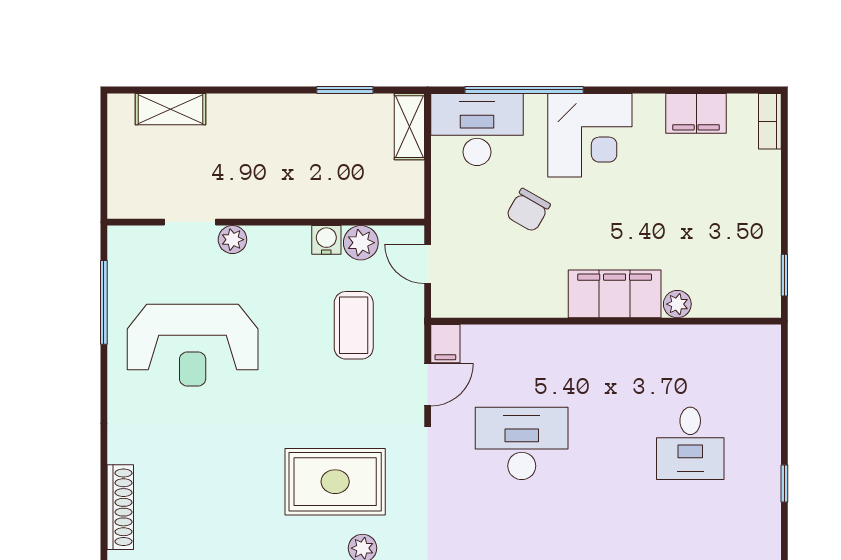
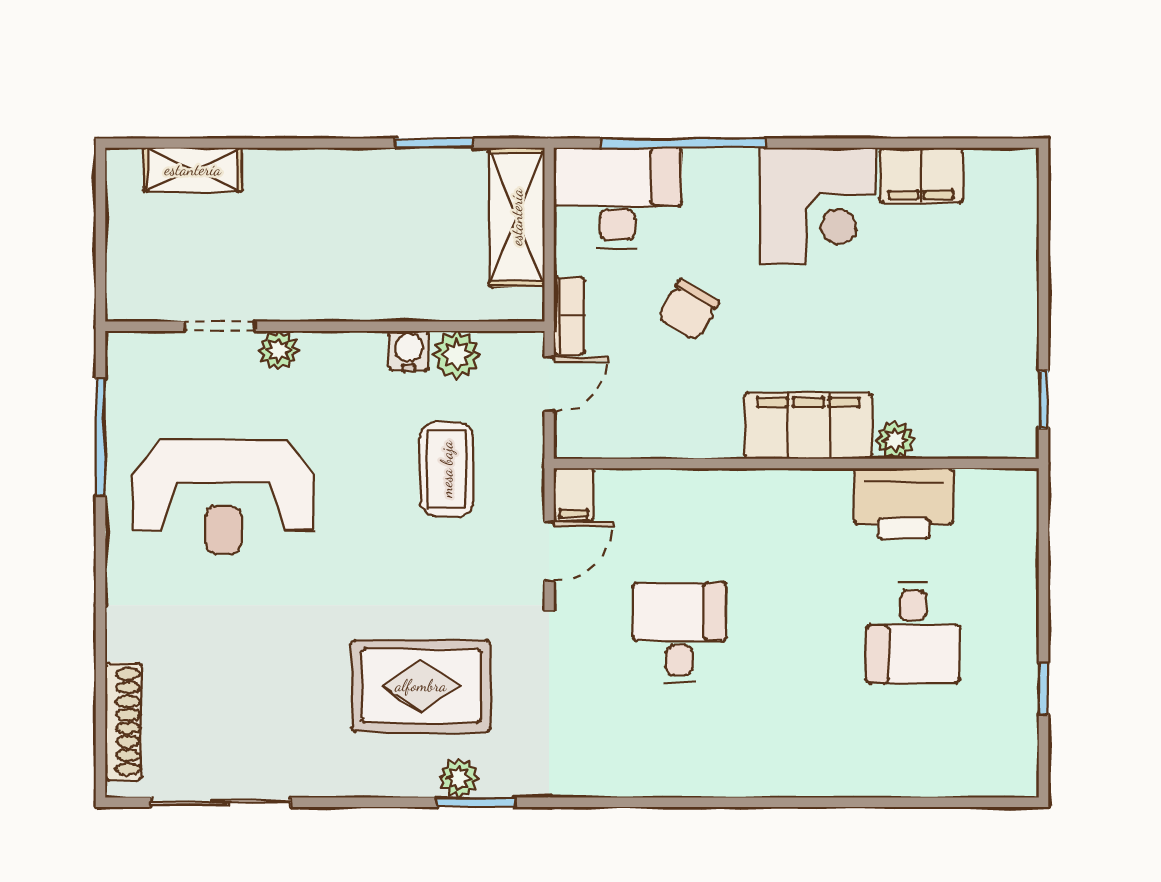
bookcase: (770, 121) -> (569, 316), moved, turned 180
shelving: (409, 127) -> (517, 217), width x1.50, depth x1.33
corner desk: (590, 135) -> (818, 206), moved
door: (428, 264) -> (549, 384), swing flipped
printer: (683, 350) -> (904, 504), added
desk: (522, 443) -> (680, 633), width x0.73

